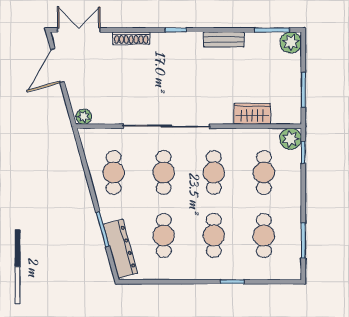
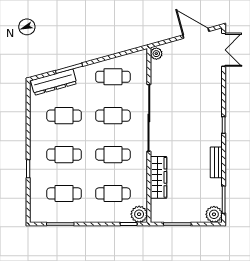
shoe rack: (131, 38) -> (217, 90), removed
wardrobe: (252, 114) -> (158, 177), width x1.50

